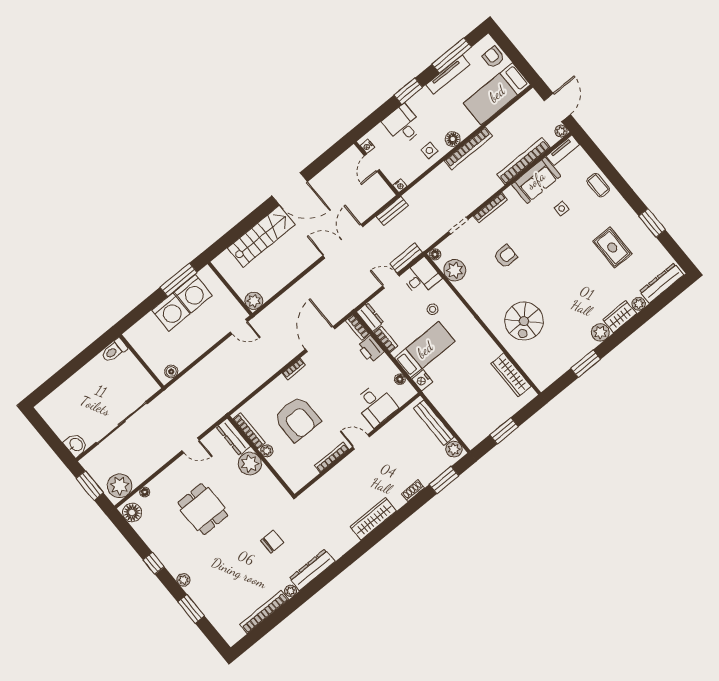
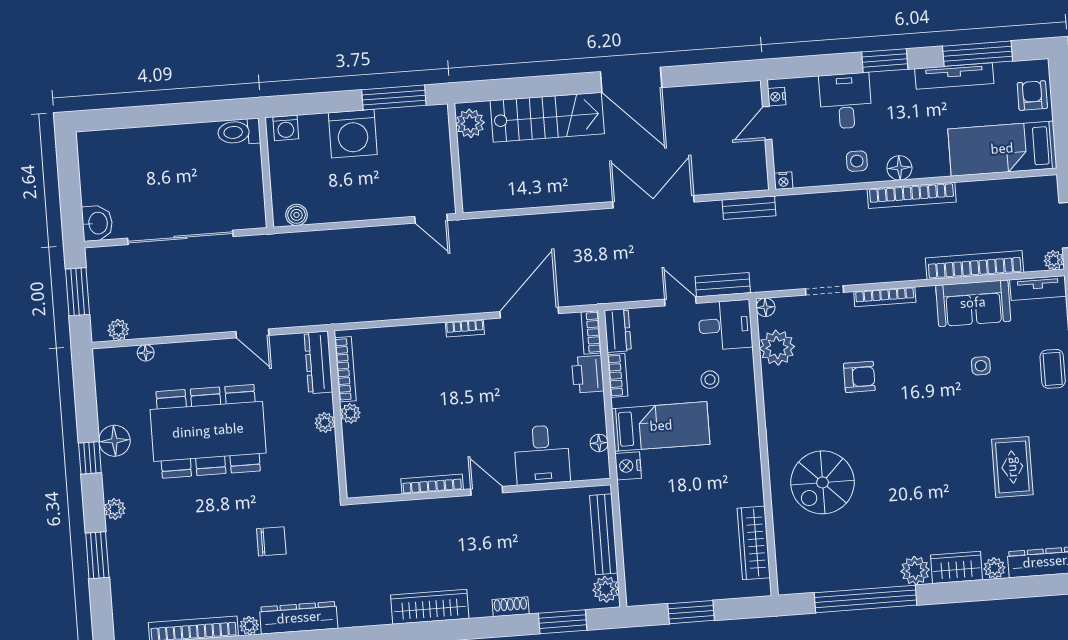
washing machine: (193, 294) -> (286, 128), moved, width x0.53, depth x0.53
plant: (254, 301) -> (470, 123), moved
window: (586, 364) -> (865, 599), width x2.11
armchair: (297, 419) -> (422, 399), removed
plant: (250, 464) -> (325, 423), width x0.53, depth x0.53
plant: (120, 486) -> (118, 330), width x0.53, depth x0.53
dining table: (203, 509) -> (208, 431), width x1.88, depth x1.24
floor lamp: (132, 513) -> (114, 441), moved

